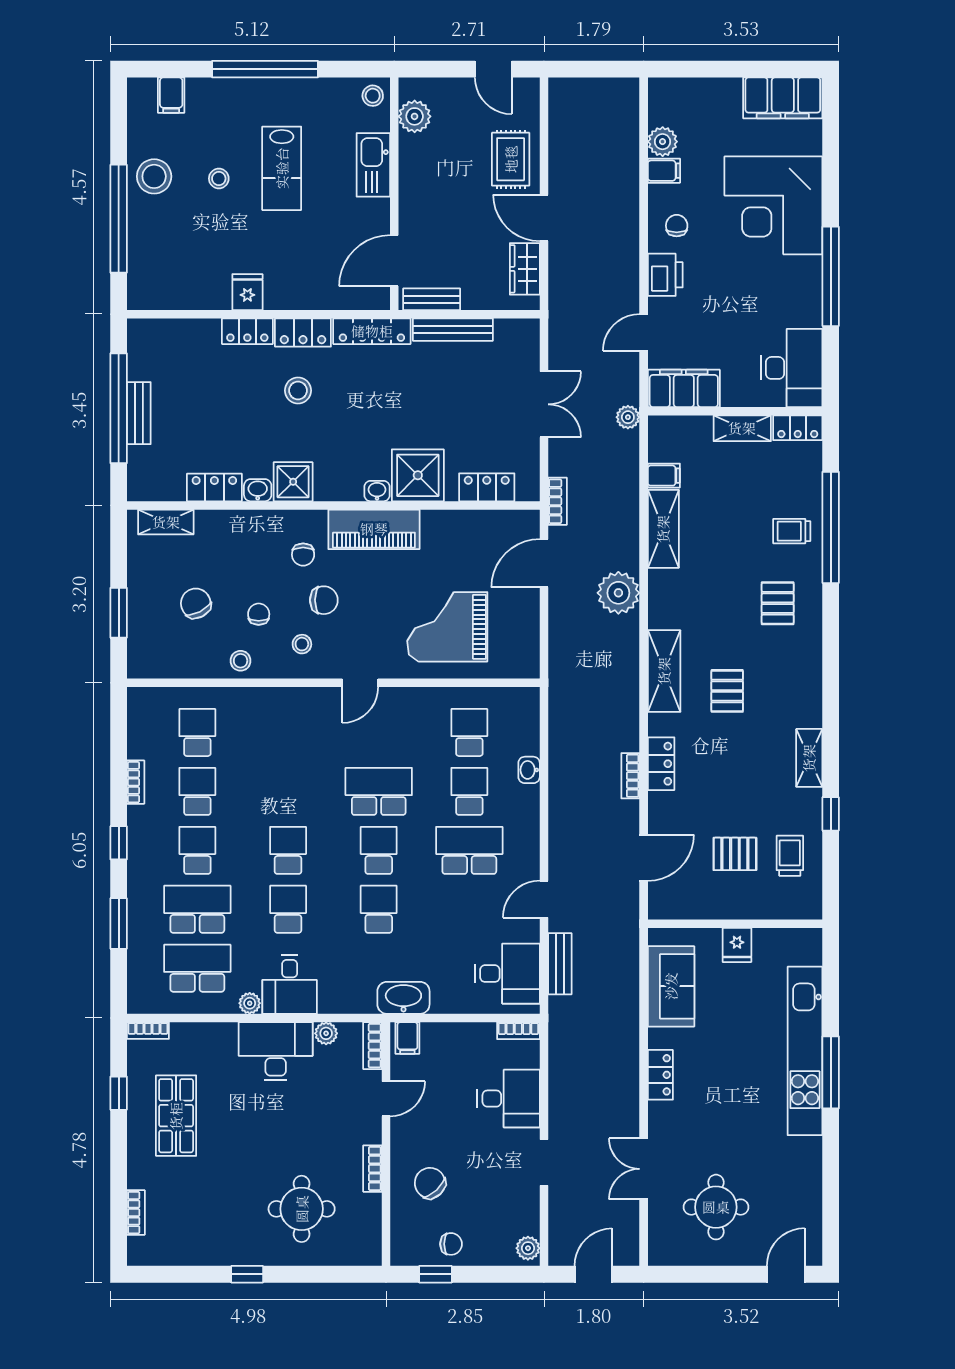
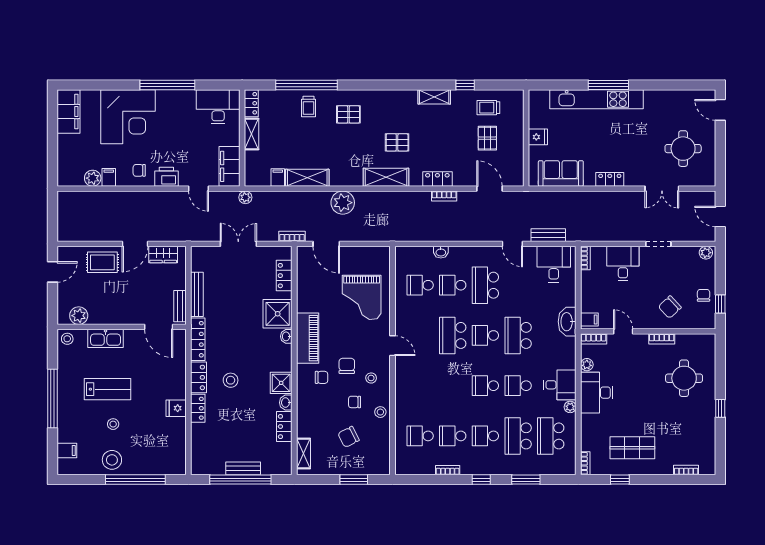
school desk: (379, 909) -> (518, 335), width x1.85

